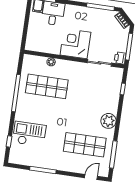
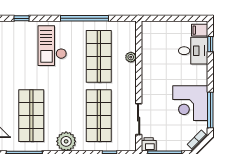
corner desk: (75, 44) -> (190, 103), moved, turned 180
shop shelf: (92, 93) -> (99, 116), added
checkout: (29, 134) -> (52, 46), moved, turned 180

